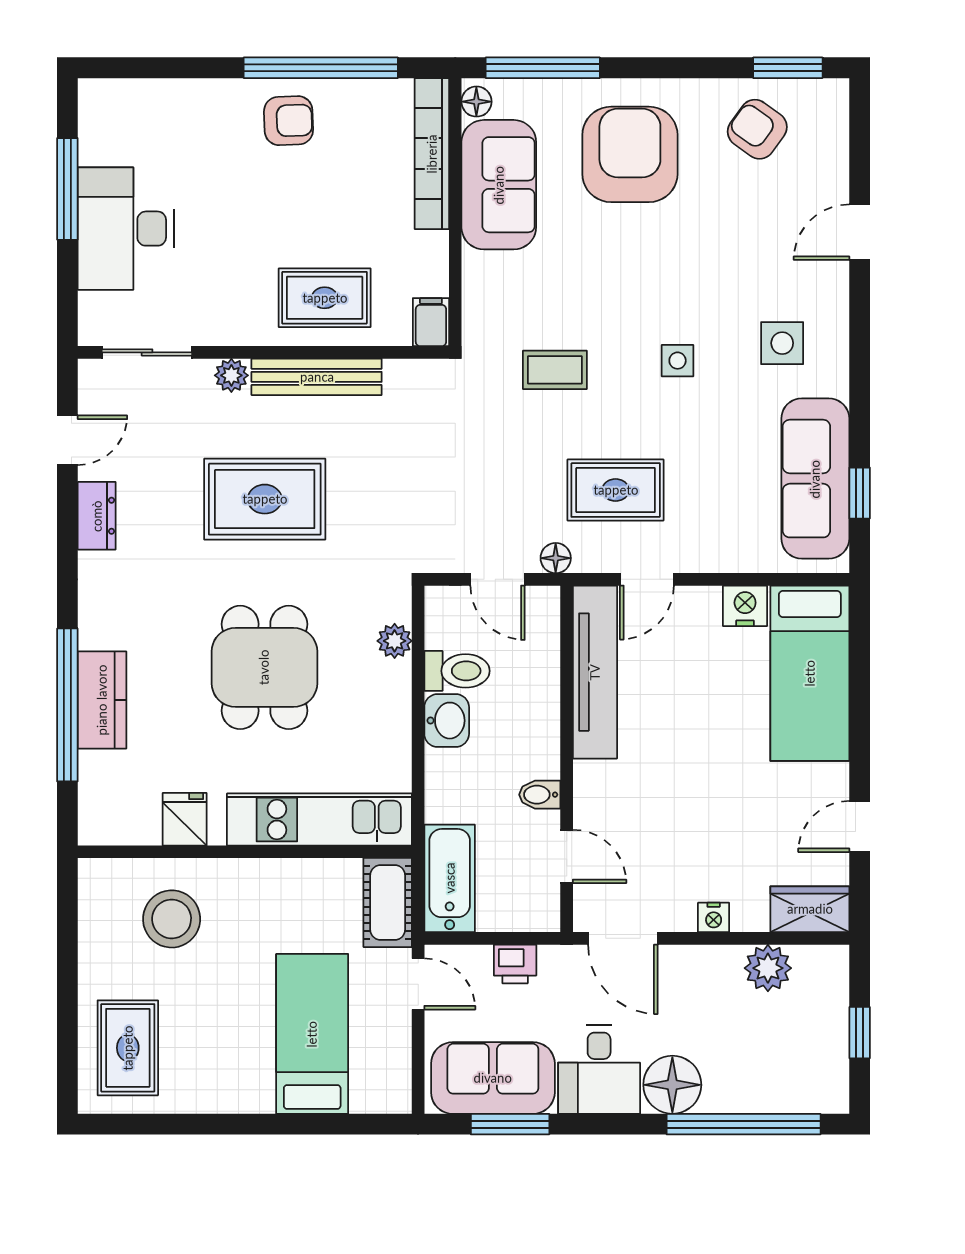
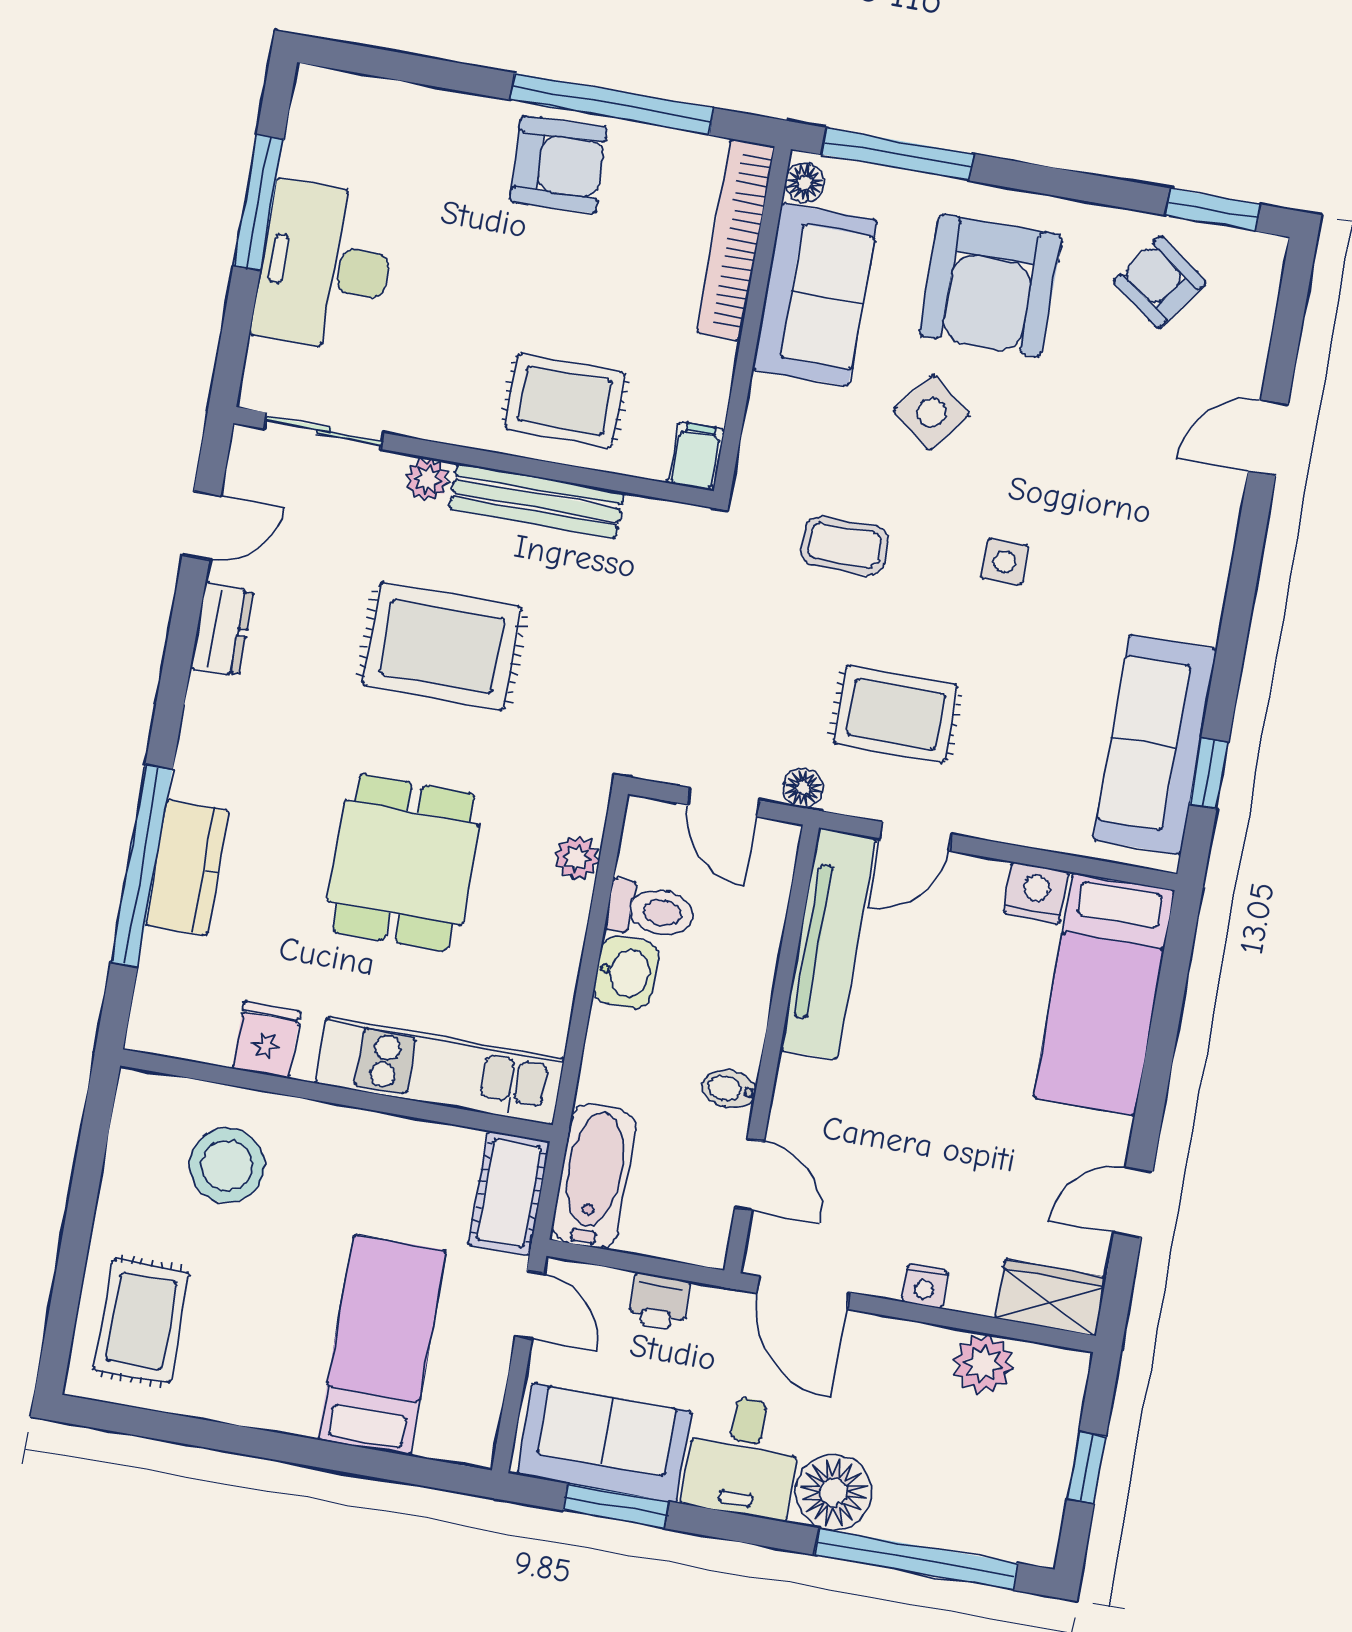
armchair: (289, 121) -> (559, 165), width x1.38, depth x1.38
armchair: (630, 154) -> (990, 286), turned 180
side table: (782, 343) -> (931, 413), moved, turned 38

